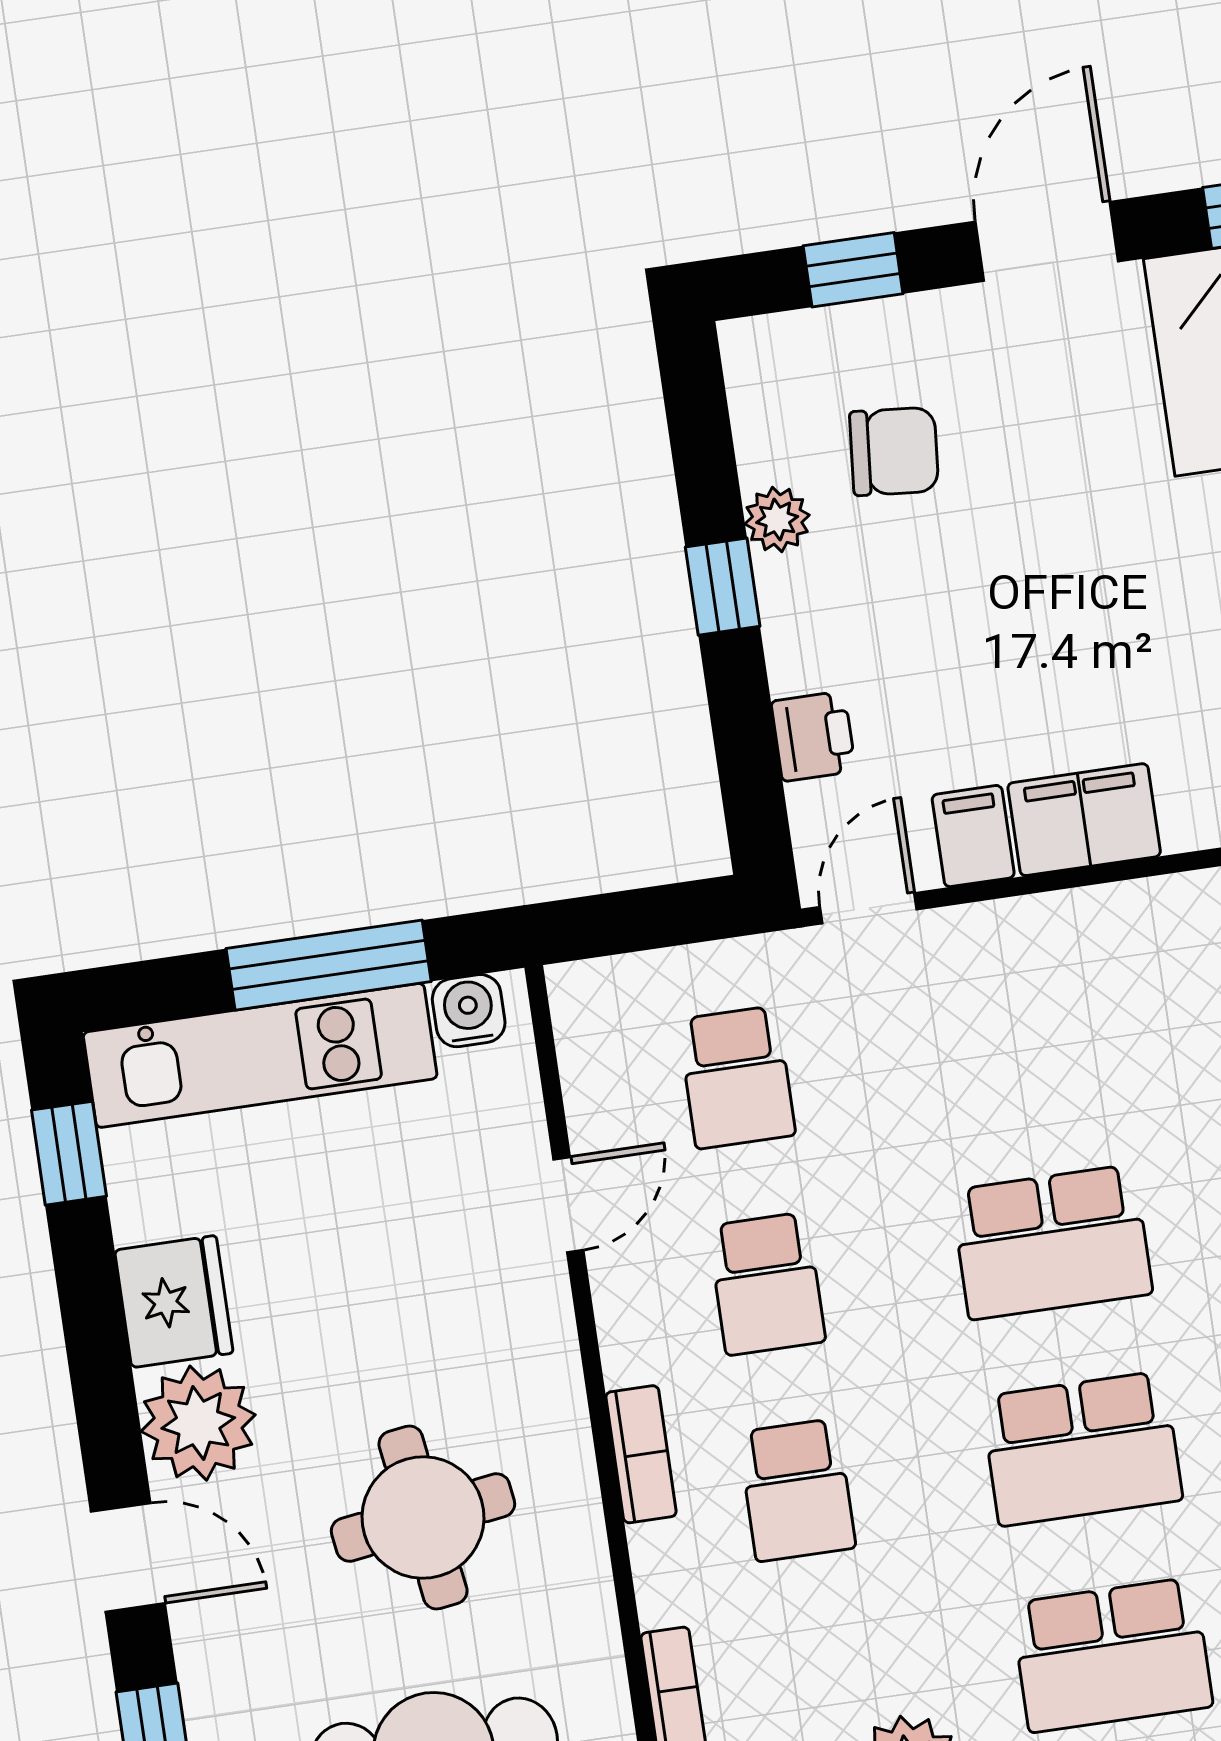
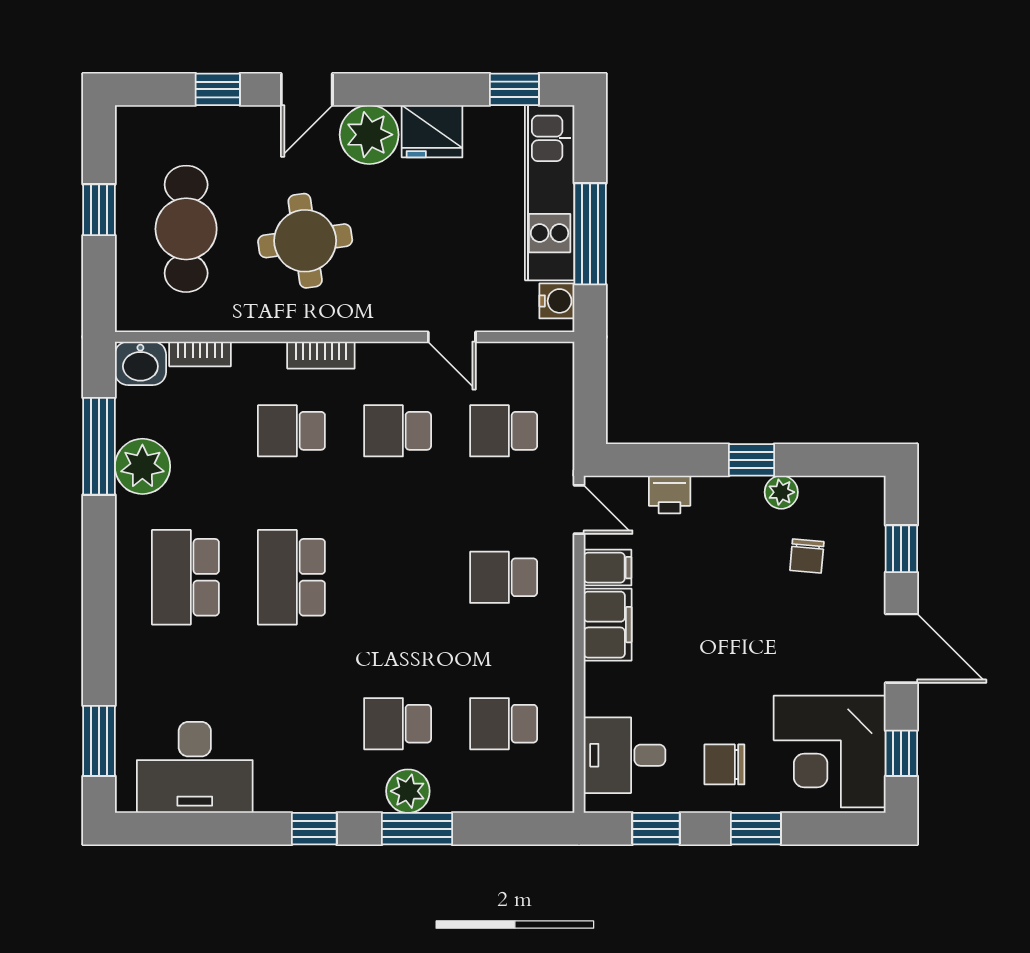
chair: (894, 451) -> (807, 556), width x0.73, depth x0.73
school desk: (1052, 1242) -> (504, 577), moved, width x0.54

